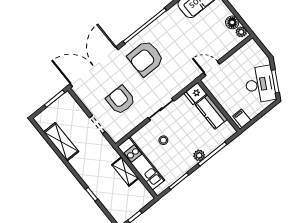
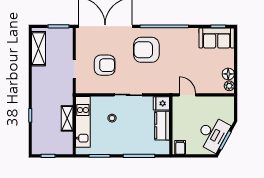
armchair: (121, 100) -> (105, 65), turned 90
shelving: (61, 142) -> (39, 49), moved
plant: (199, 155) -> (129, 149), removed

